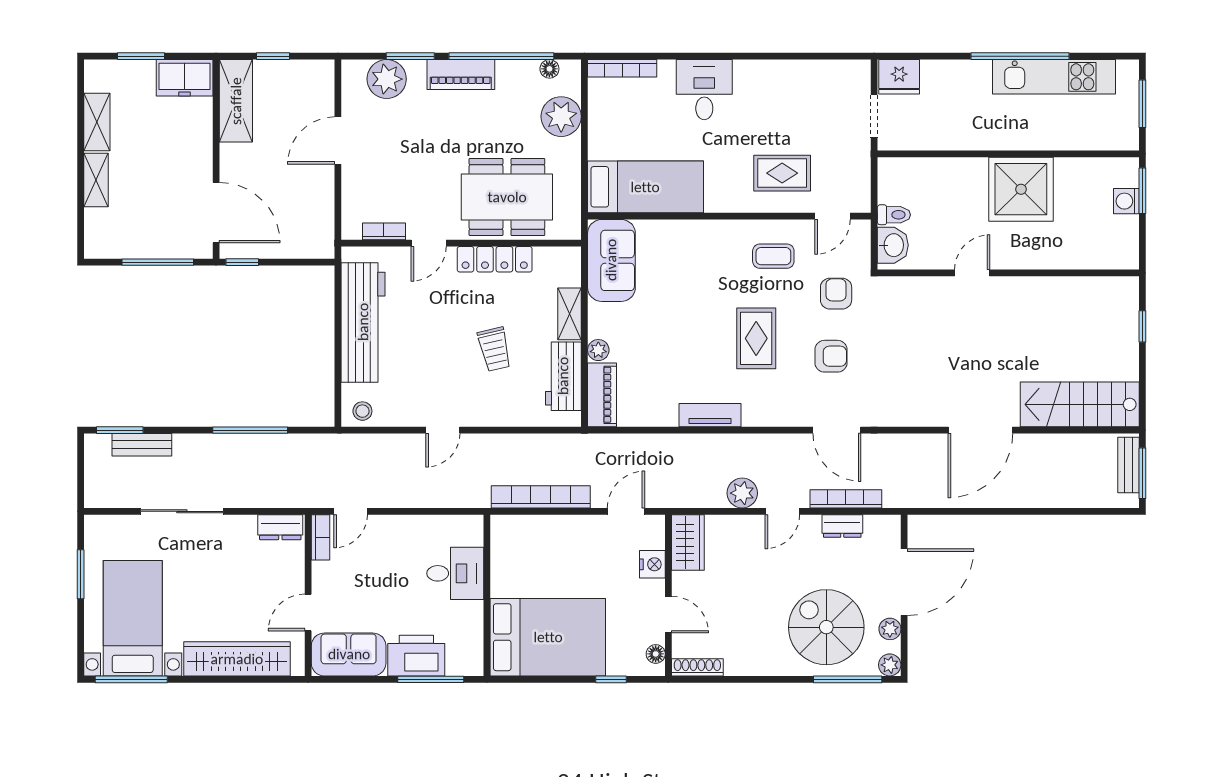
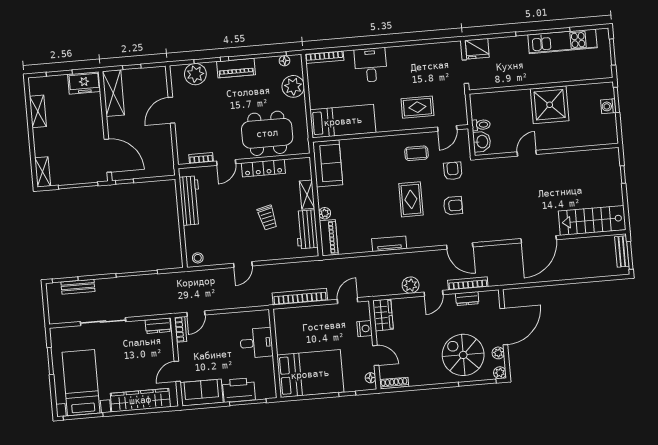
shelving: (96, 180) -> (43, 172), moved
workbench: (363, 322) -> (190, 201), width x0.73, depth x0.76

